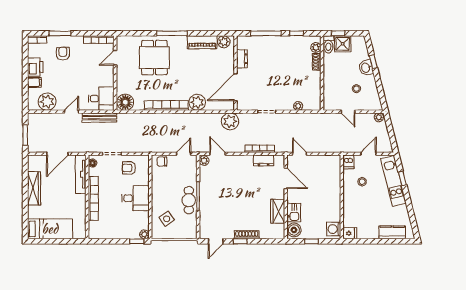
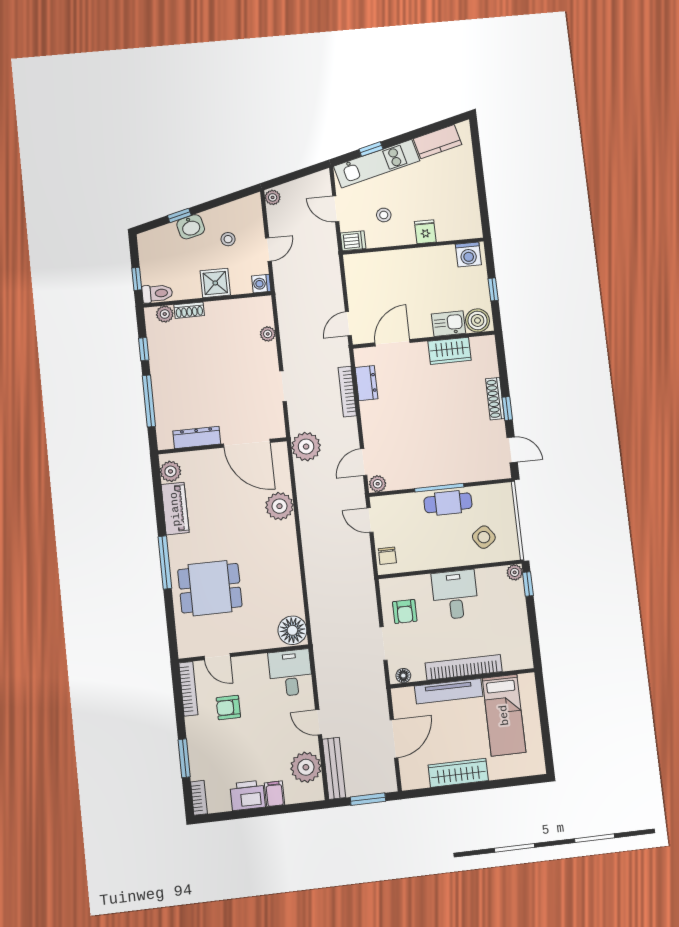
shower: (343, 44) -> (215, 283), moved
armchair: (63, 54) -> (228, 708), moved
dresser: (242, 59) -> (197, 437), width x1.44
bookcase: (166, 105) -> (291, 559), removed
washing machine: (328, 105) -> (261, 284), added
bench: (99, 118) -> (334, 768), moved
door: (57, 154) -> (394, 739), hinge flipped
tv unit: (81, 174) -> (449, 691), moved
bed: (50, 229) -> (504, 715), moved, turned 180
kitchen counter: (392, 232) -> (438, 142), moved, turned -104
fridge: (350, 233) -> (425, 232), moved

